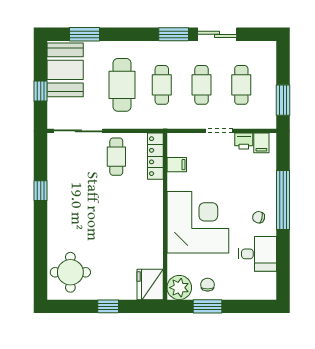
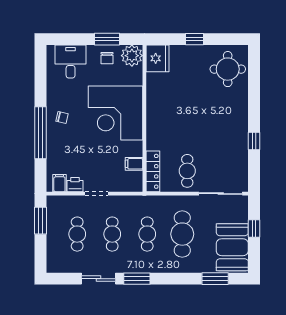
desk: (258, 254) -> (71, 61), moved, turned 90

